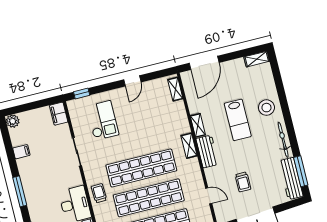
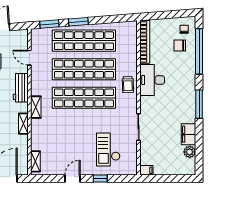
window: (82, 93) -> (100, 179), moved
filing cabinet: (59, 114) -> (146, 170), width x0.50
plant: (13, 121) -> (190, 152), moved
workbench: (207, 151) -> (21, 88), moved
filing cabinet: (21, 152) -> (189, 134), width x2.00

